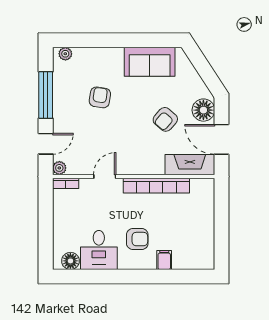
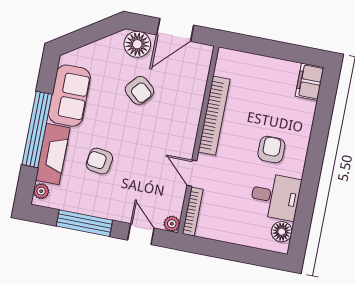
window: (116, 40) -> (37, 129), added
fireplace: (190, 165) -> (53, 154), moved, turned 180
bookcase: (66, 183) -> (193, 212), width x1.56
filing cabinet: (164, 260) -> (310, 82), moved, width x2.00

